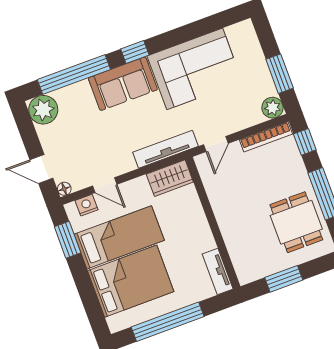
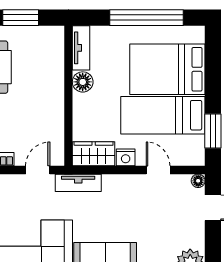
tv unit: (166, 149) -> (78, 183), width x0.71
nightstand: (87, 205) -> (126, 157), moved
floor lamp: (204, 241) -> (83, 82), added

